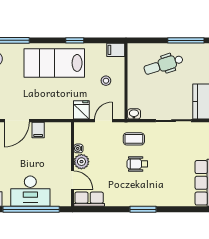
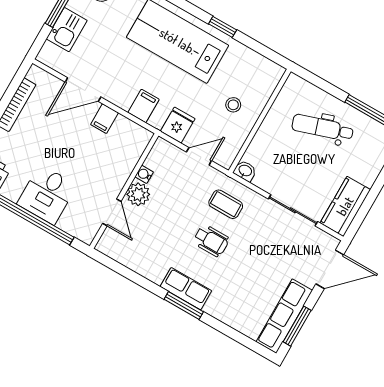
filing cabinet: (116, 50) -> (143, 106), moved, turned 90
wheelchair: (137, 164) -> (211, 241), turned 180
desk: (30, 191) -> (47, 195), width x0.73
row of seats: (89, 199) -> (186, 289), moved

